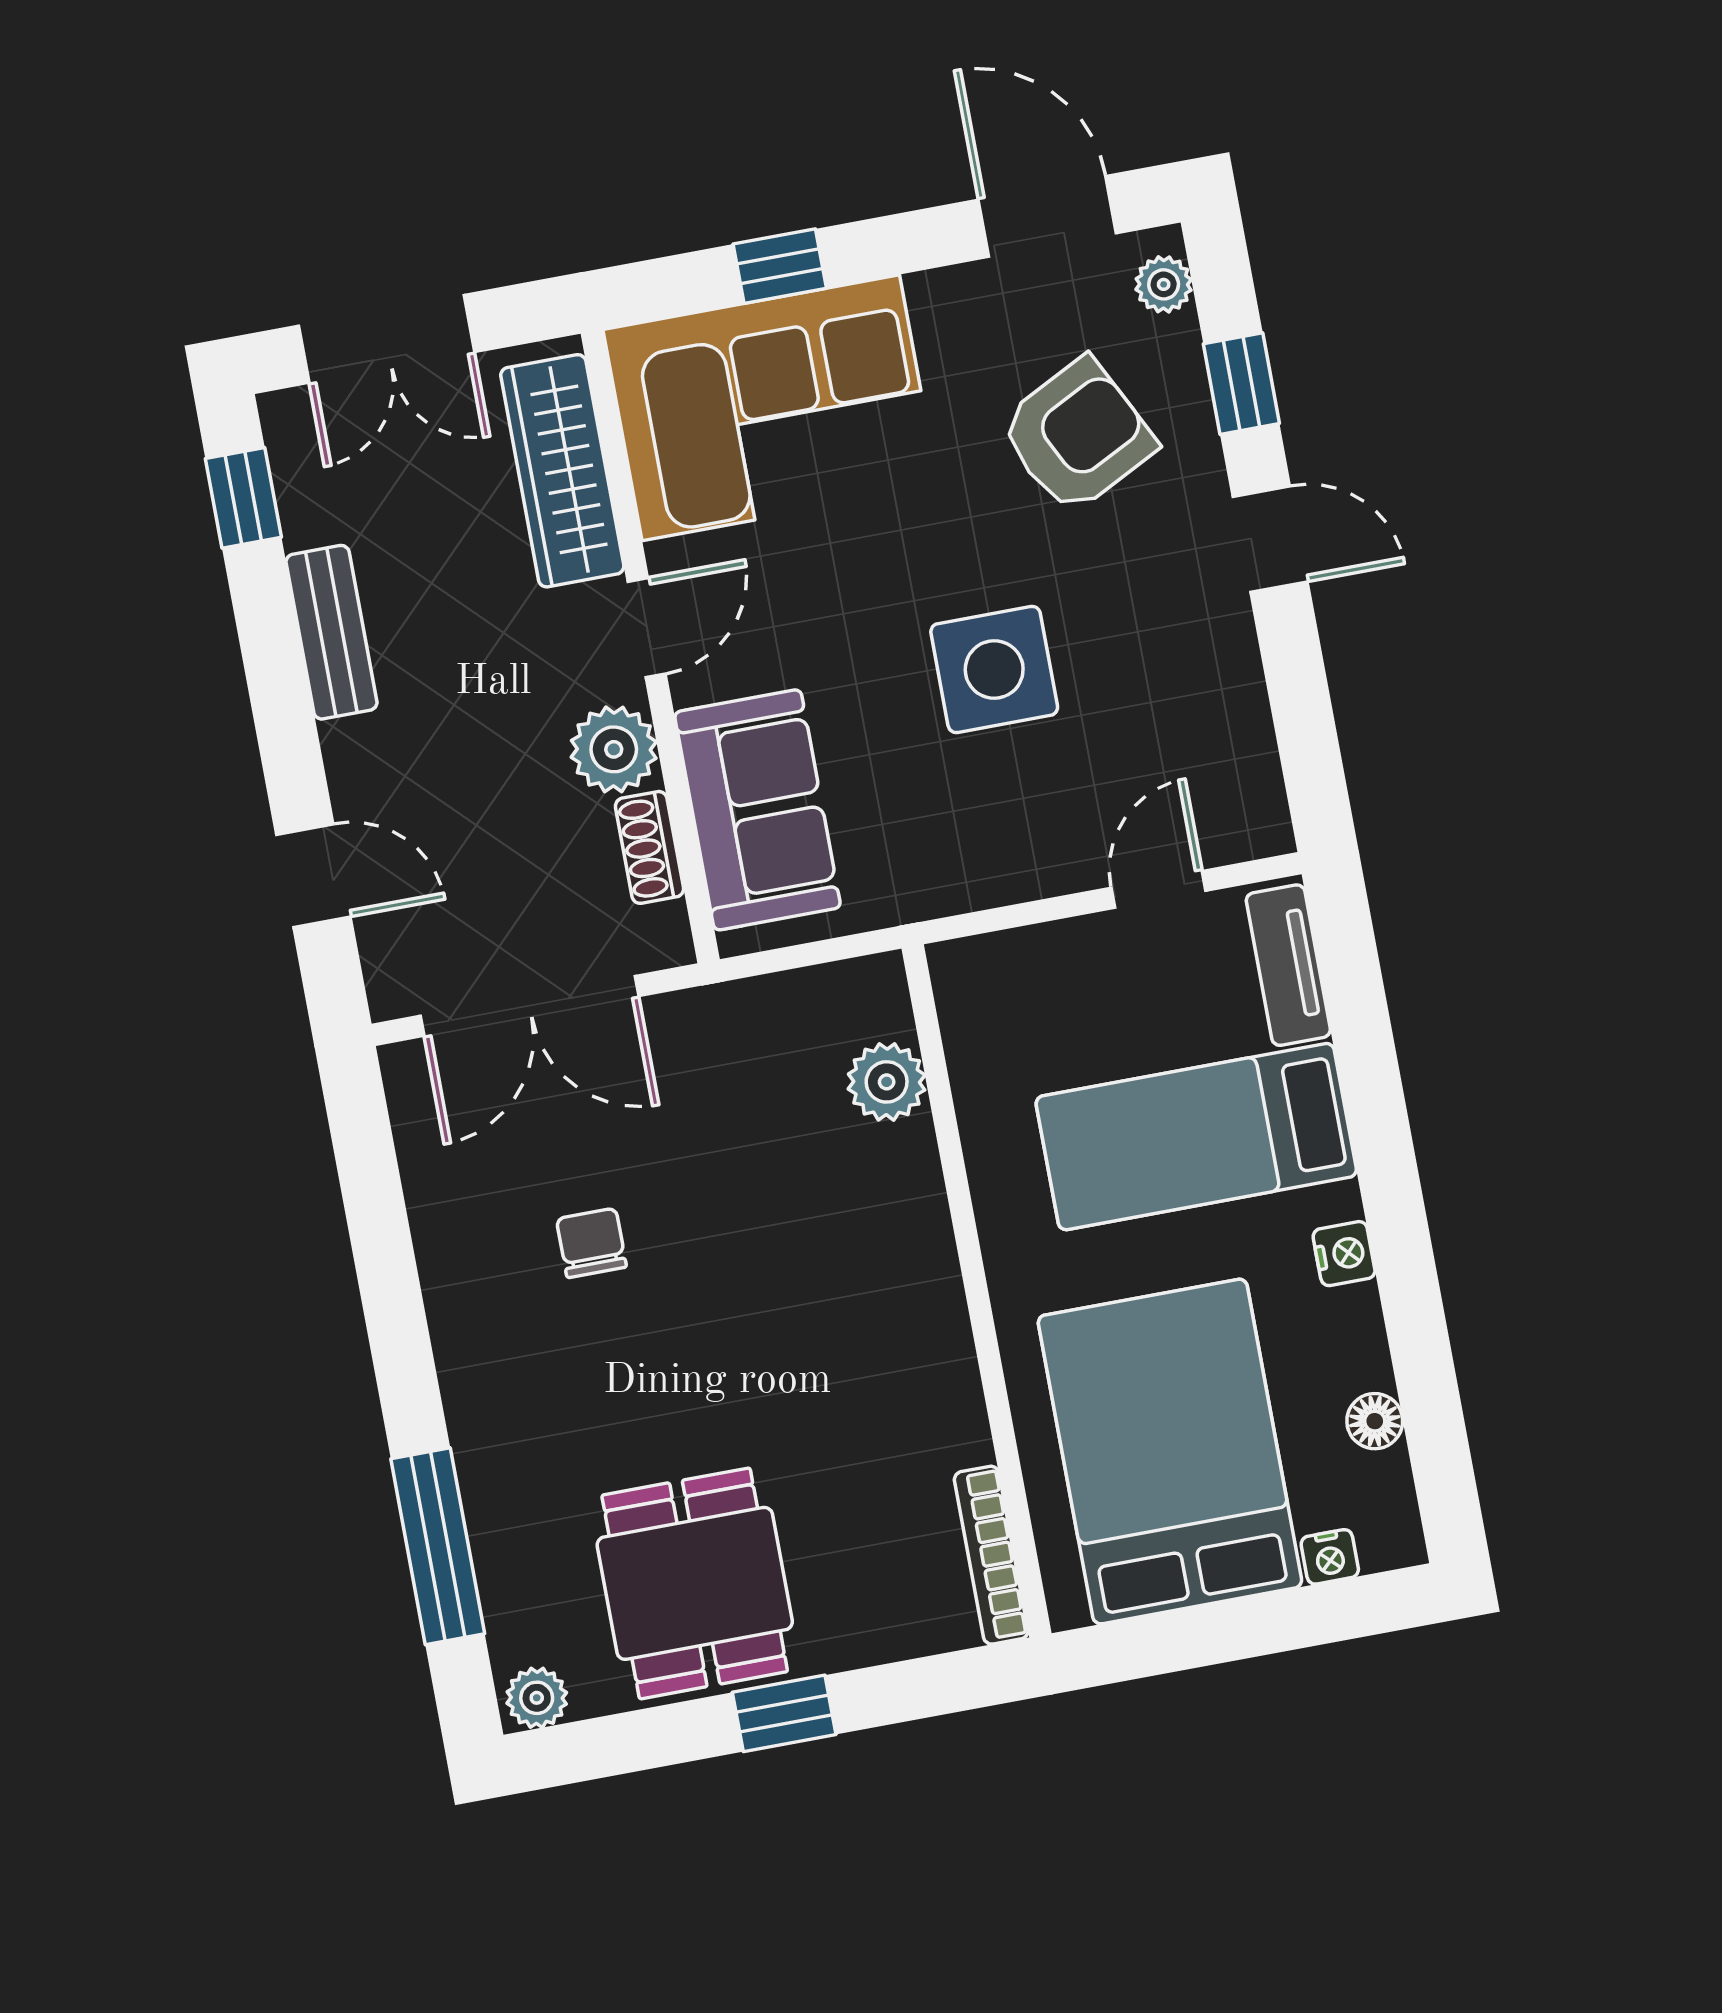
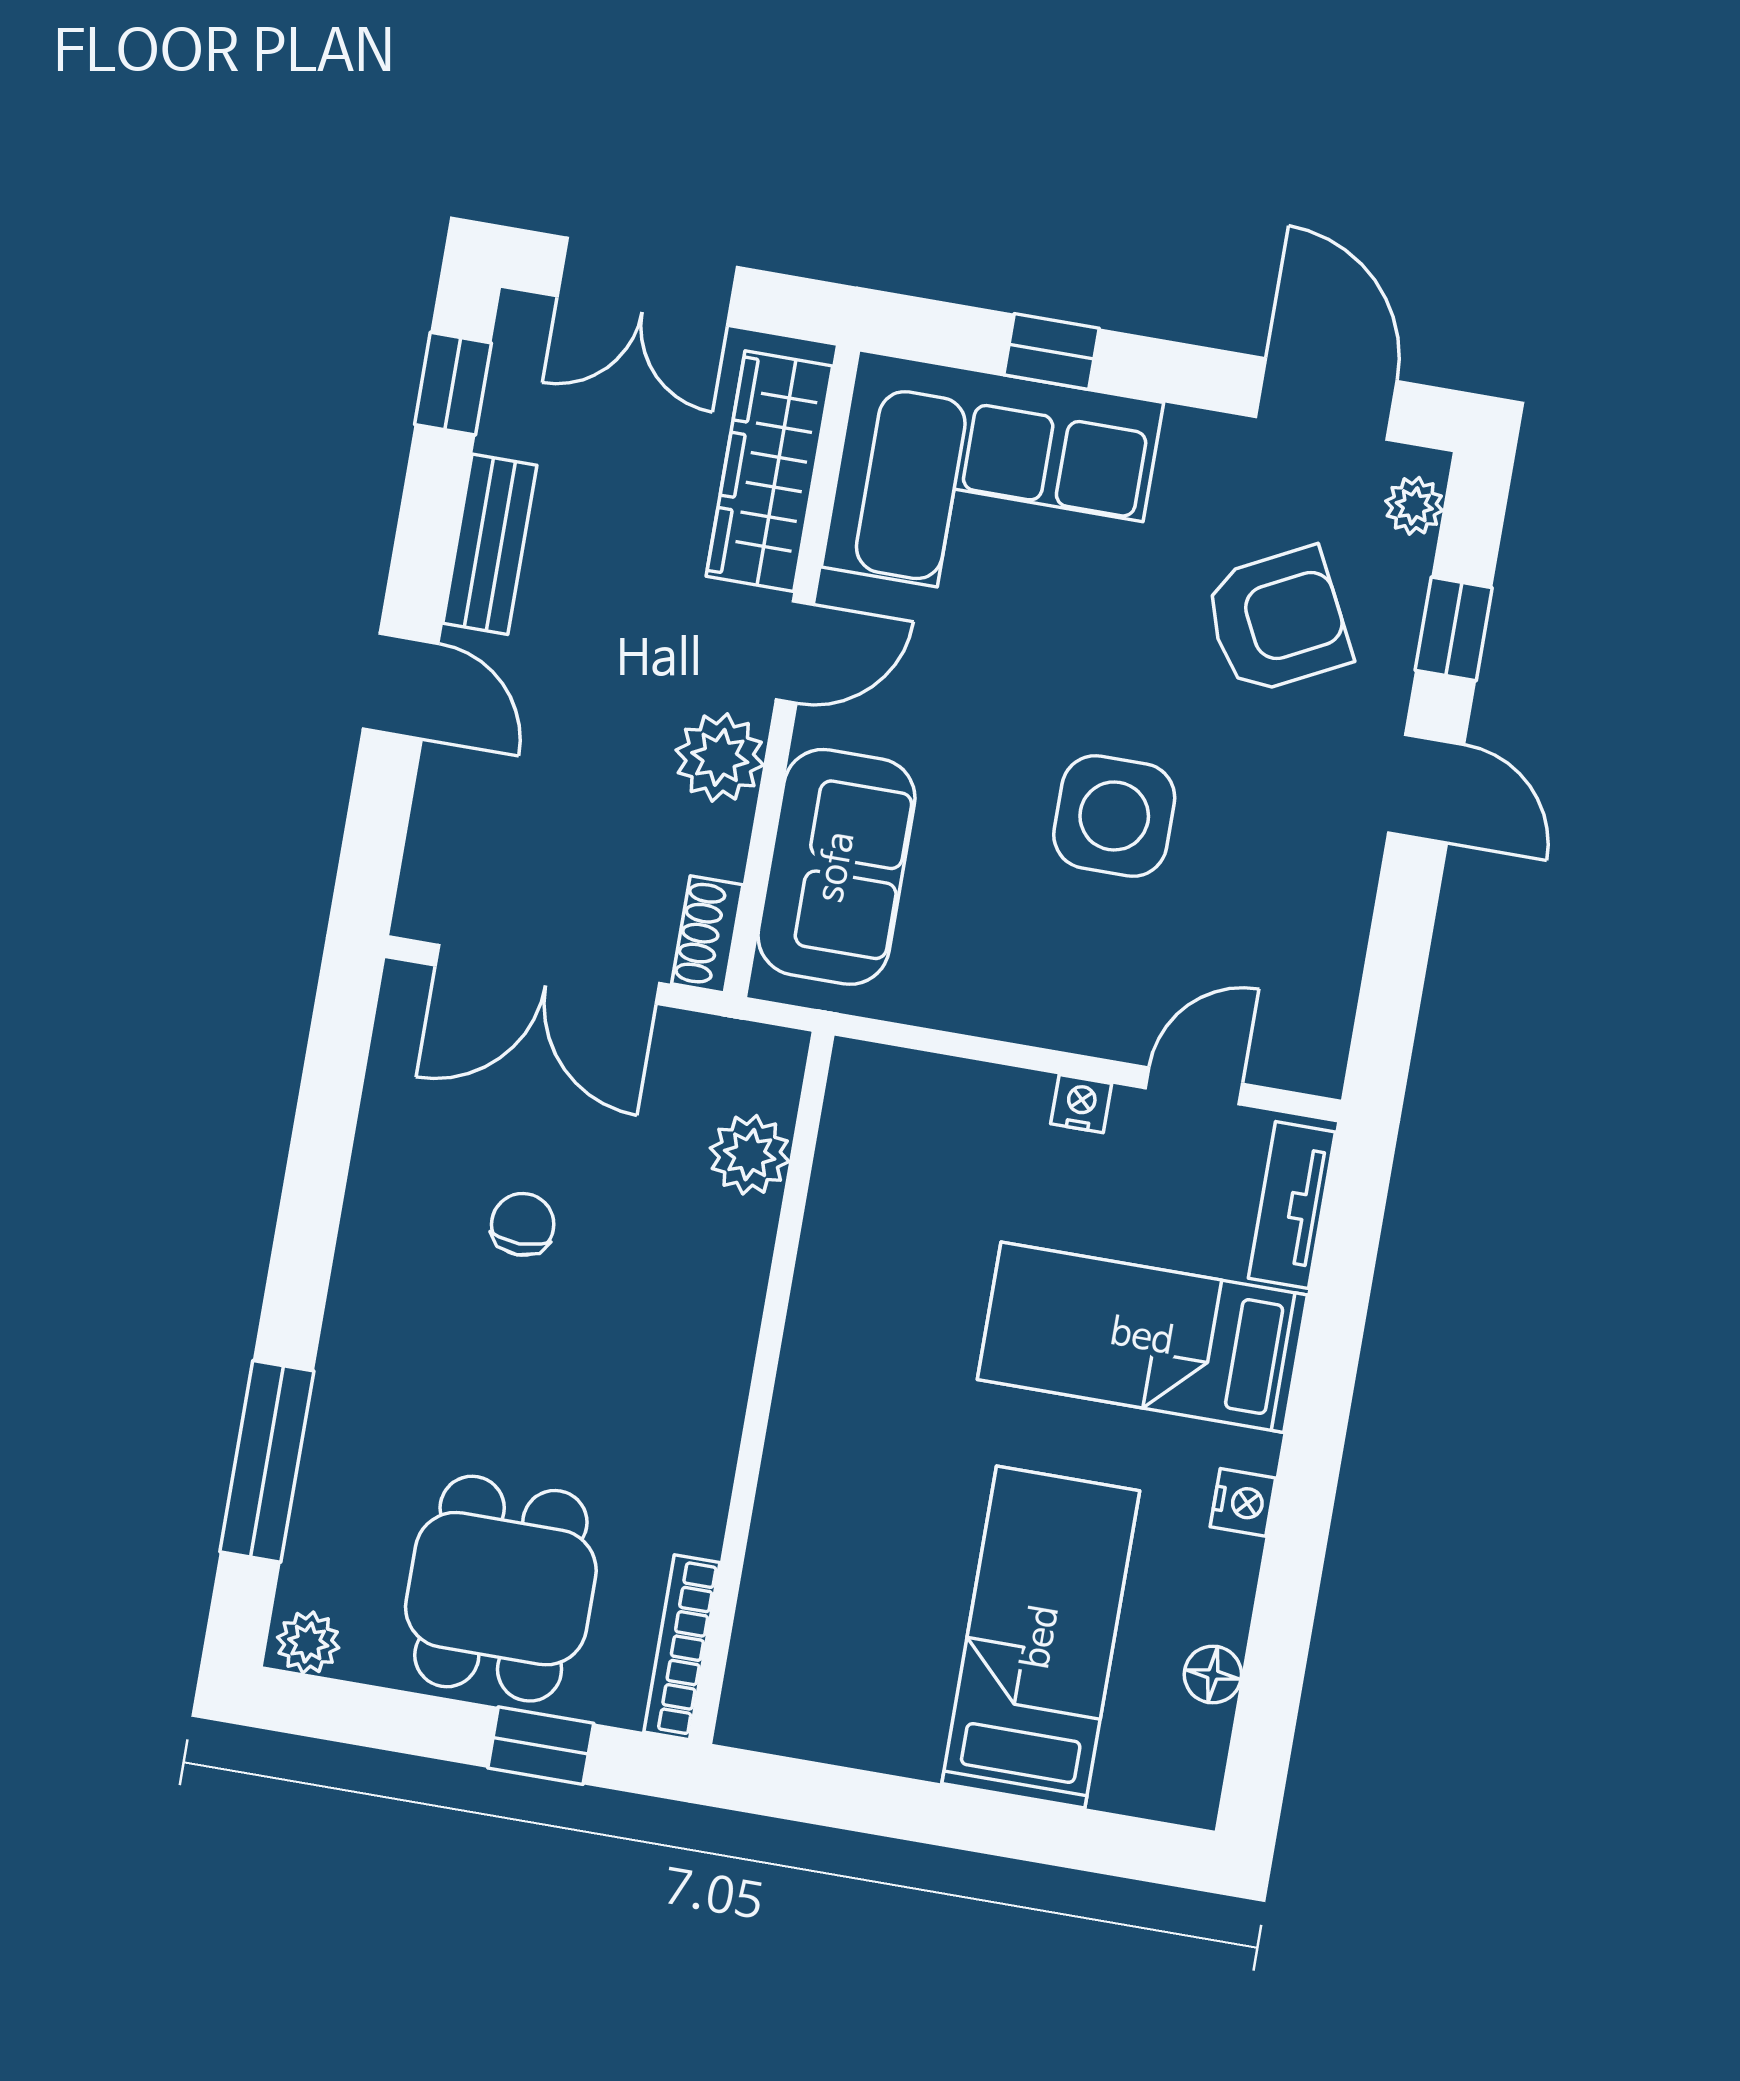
shoe rack: (650, 847) -> (707, 934), moved
door: (313, 876) -> (401, 686), moved
plant: (887, 1082) -> (750, 1155), moved
wall: (977, 1291) -> (762, 1388), moved
bed: (1170, 1452) -> (1041, 1637), width x0.67
bookcase: (991, 1555) -> (682, 1647), moved
nightstand: (1330, 1557) -> (1081, 1104), moved, turned 180

